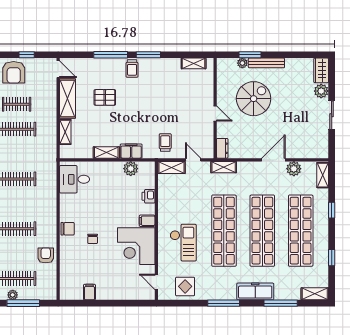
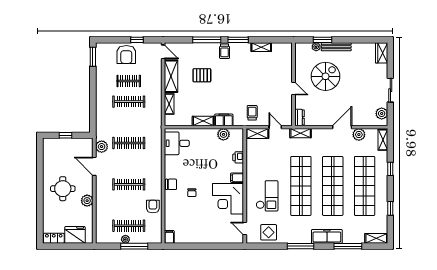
shelving: (194, 63) -> (261, 47), moved
plant: (321, 91) -> (382, 114), moved
filing cabinet: (89, 292) -> (169, 237), moved

